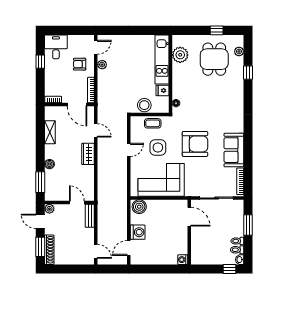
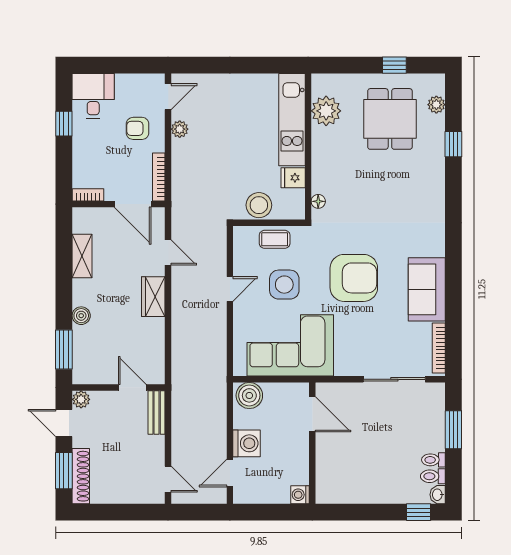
door: (189, 217) -> (312, 414), moved
wall: (189, 232) -> (312, 443), moved
washing machine: (183, 260) -> (300, 495), moved

